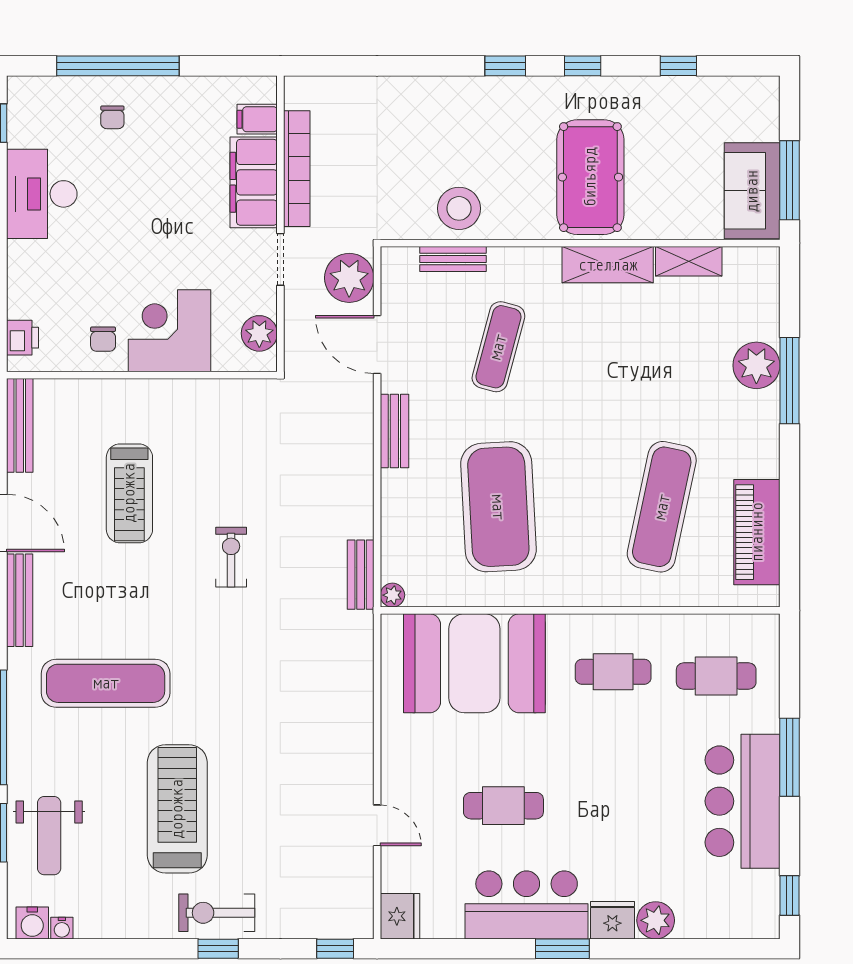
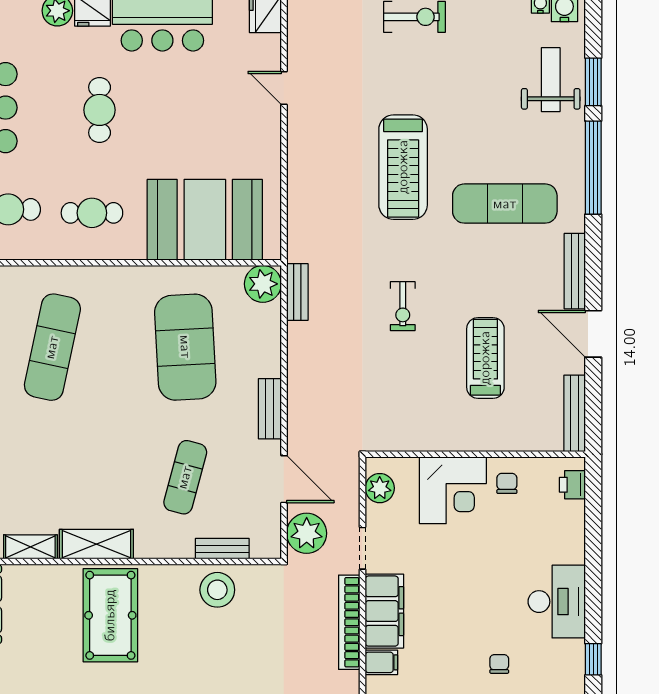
plant: (392, 595) -> (263, 284), width x1.87, depth x1.87
cafe table: (503, 806) -> (100, 110), moved, turned 90
treadmill: (177, 809) -> (403, 167), moved

